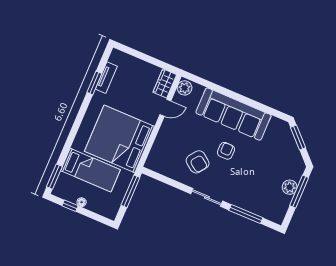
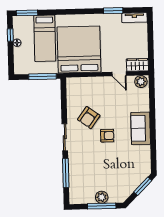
tv unit: (106, 78) -> (134, 18), moved
sofa: (233, 114) -> (141, 128), width x0.54, depth x0.79

